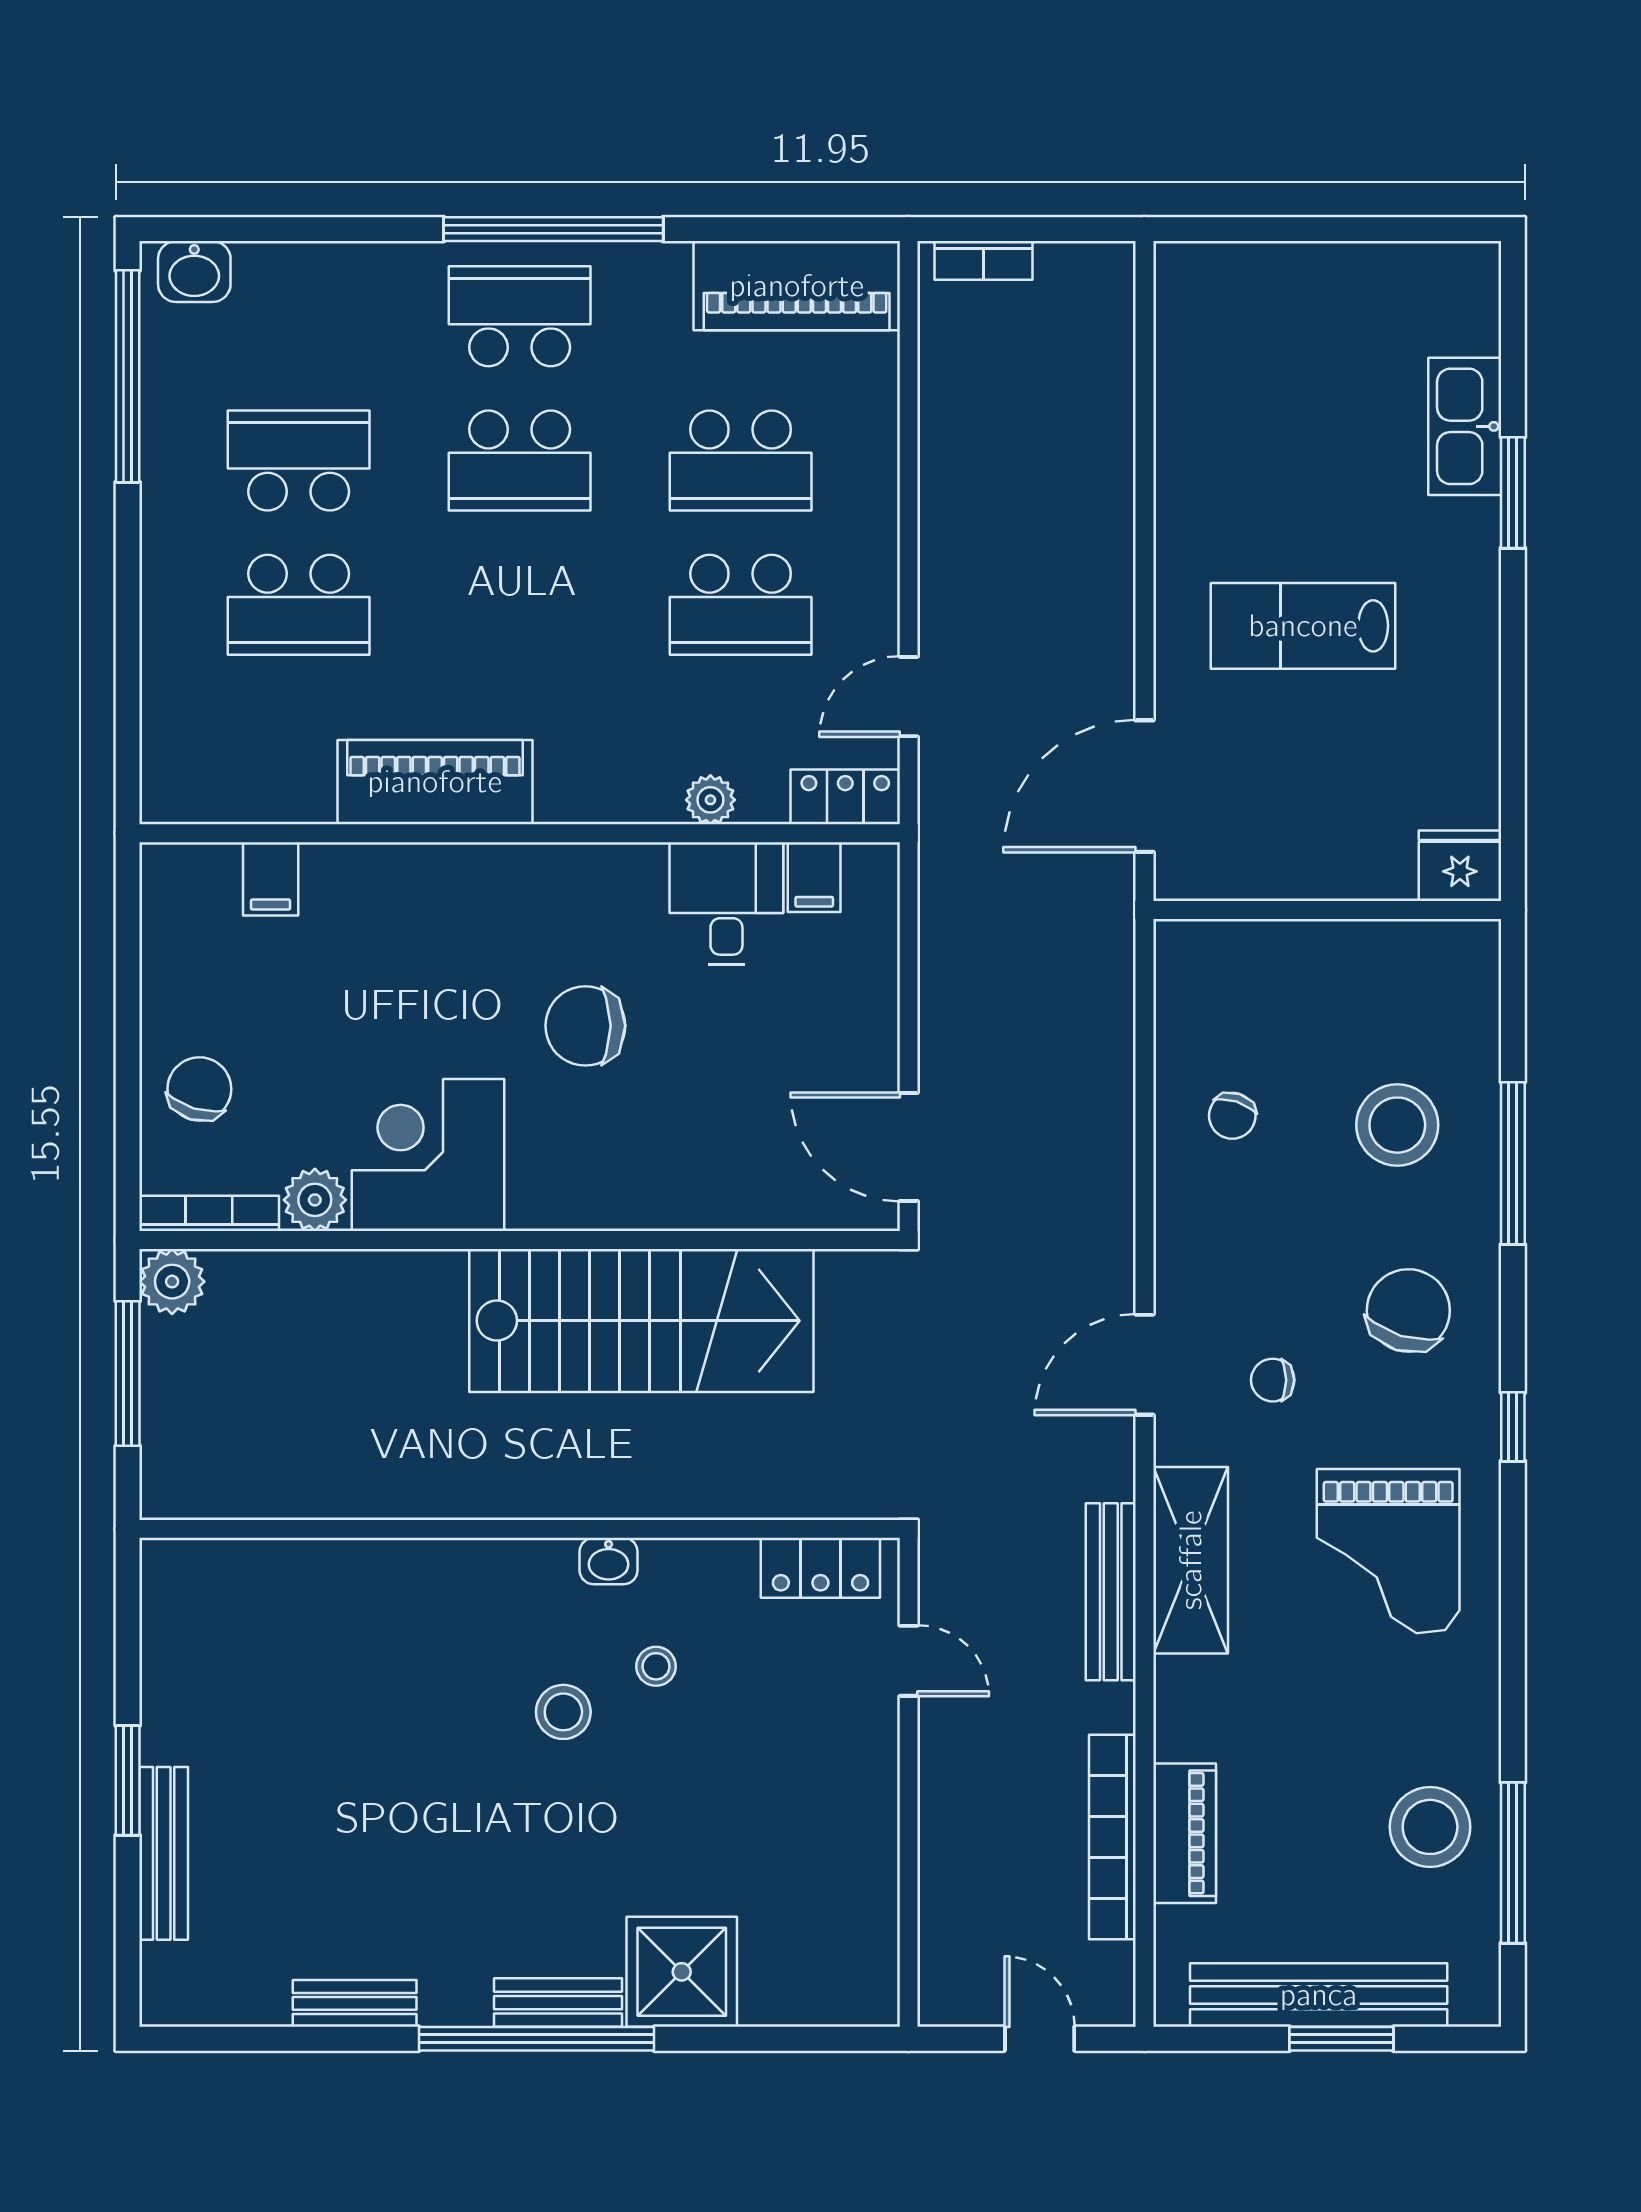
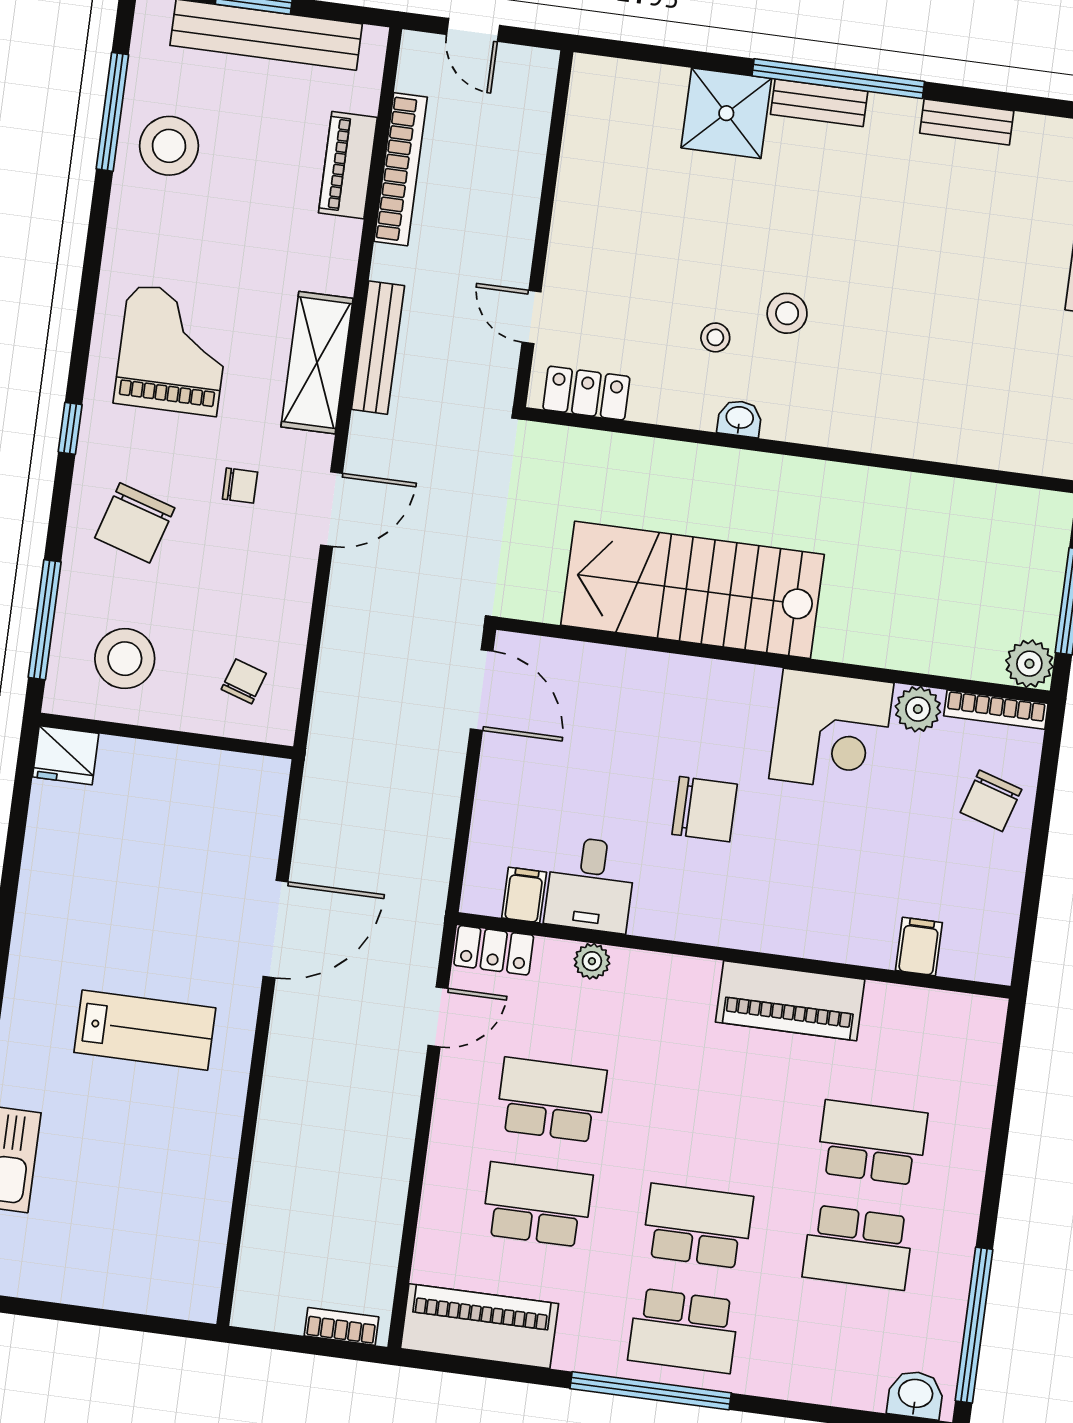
fridge: (1460, 866) -> (66, 755), moved
wall: (1327, 910) -> (166, 736), moved

